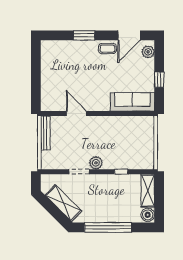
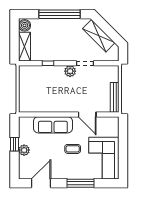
window: (84, 35) -> (80, 183), width x1.44
coffee table: (107, 49) -> (73, 149), moved
plant: (148, 52) -> (24, 150), moved
corner sofa: (58, 64) -> (104, 158), added
sofa: (132, 102) -> (53, 125), moved

